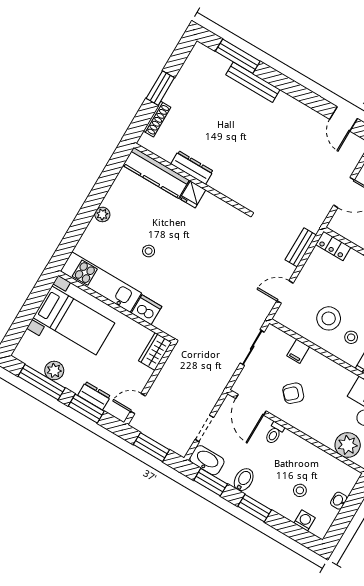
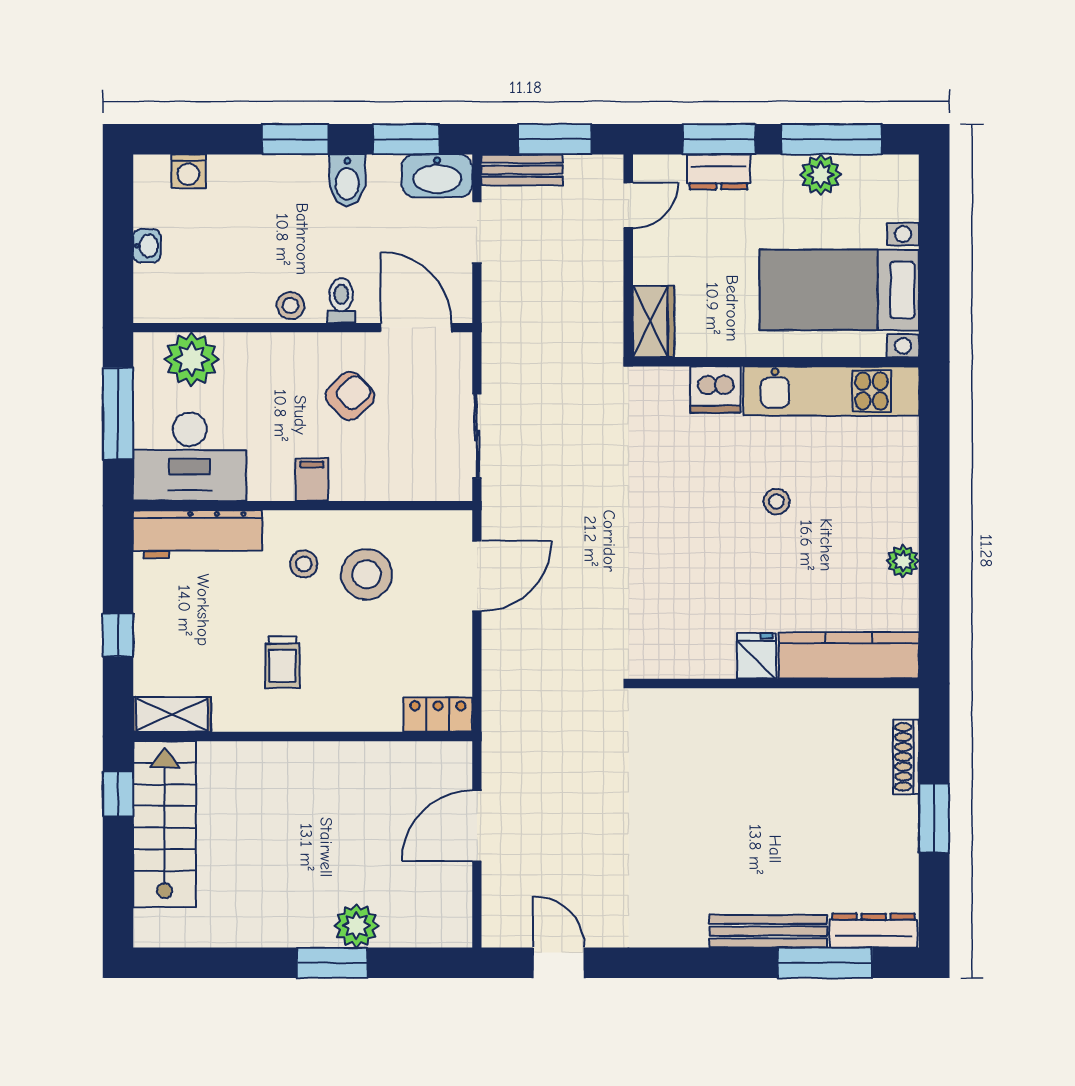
dresser: (192, 168) -> (874, 931), moved, turned 180
plant: (102, 214) -> (903, 561), moved
bench: (301, 247) -> (522, 170), moved, turned 90
door: (285, 292) -> (477, 576), width x1.37
filing cabinet: (298, 351) -> (312, 480), moved
stool: (300, 490) -> (291, 306), moved

